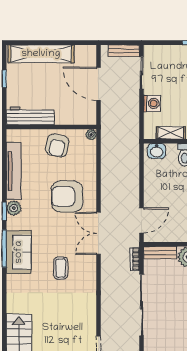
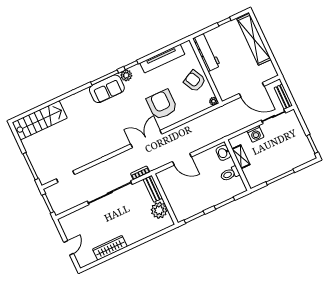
door: (99, 84) -> (252, 90), swing flipped
armchair: (57, 145) -> (195, 81), turned 52
plant: (14, 208) -> (126, 75), moved
door: (141, 221) -> (182, 159), moved
coffee table: (61, 268) -> (109, 124), removed

